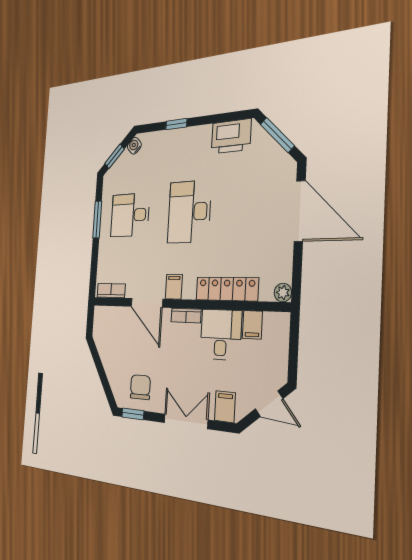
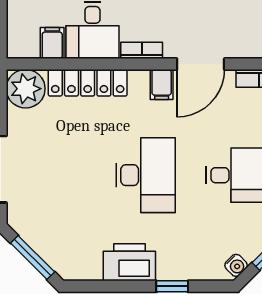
printer: (231, 136) -> (129, 262), moved
plant: (283, 293) -> (26, 89), width x1.88, depth x1.88
door: (147, 303) -> (201, 64), swing flipped

